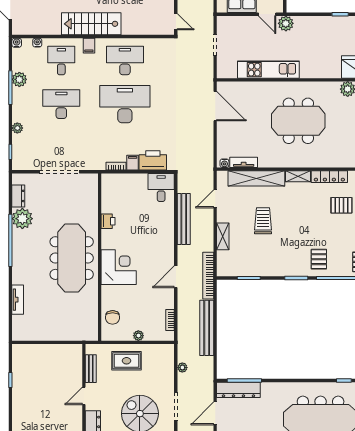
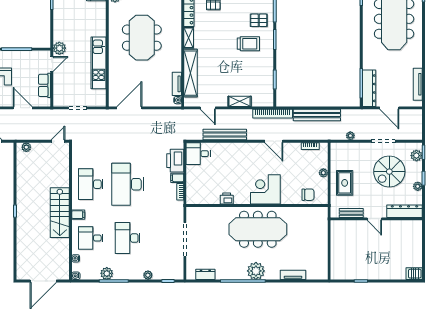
plant: (22, 219) -> (256, 271), moved
trolley: (263, 221) -> (248, 44), moved, turned 180

